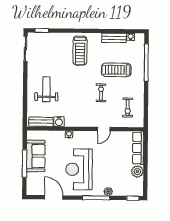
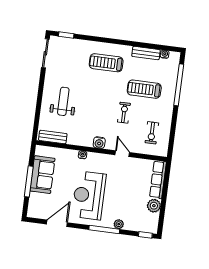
treadmill: (80, 51) -> (106, 63), turned 90
water cooler: (59, 122) -> (99, 143), moved
door: (104, 129) -> (122, 154), swing flipped
door: (54, 197) -> (57, 223), hinge flipped

